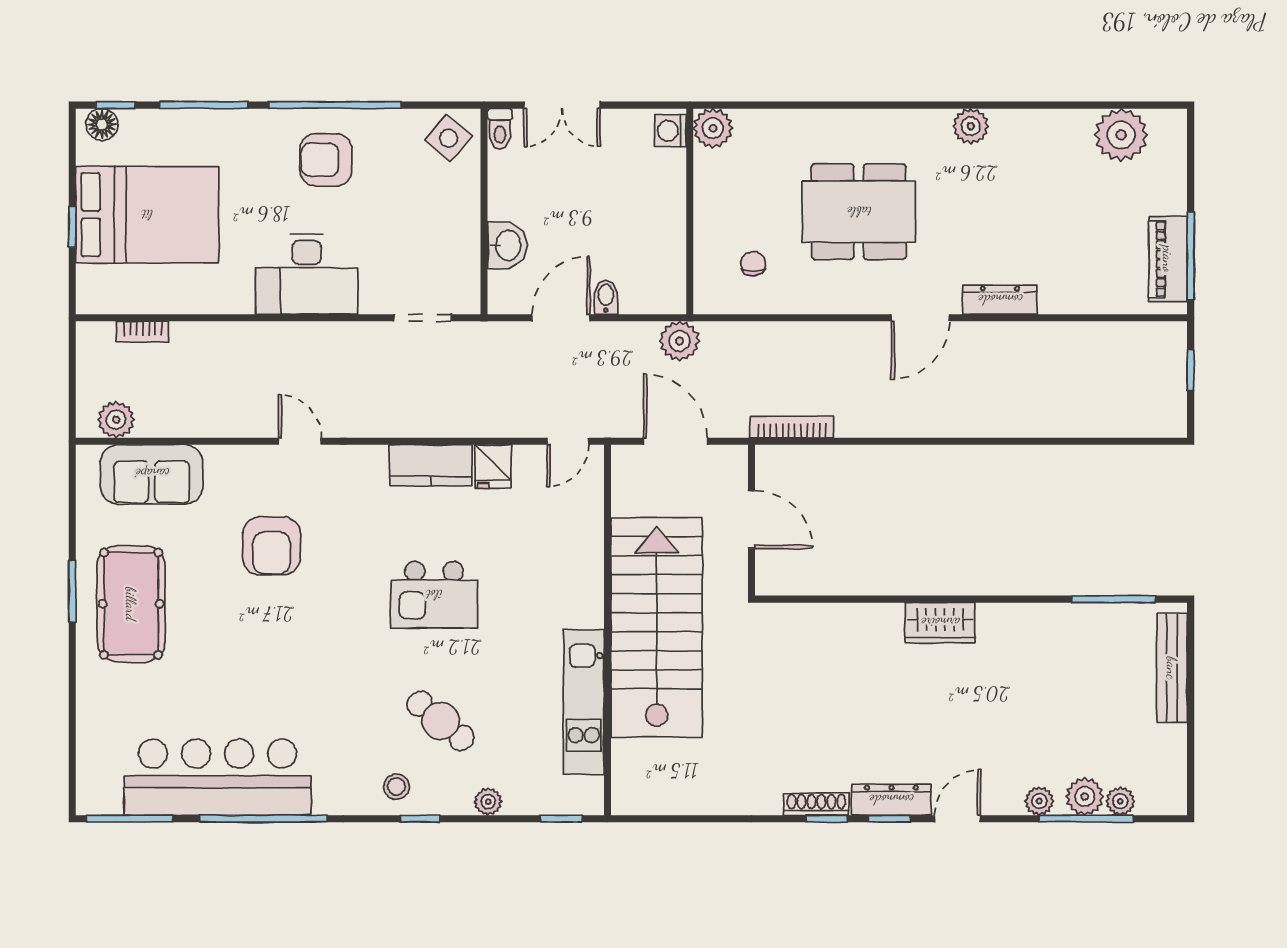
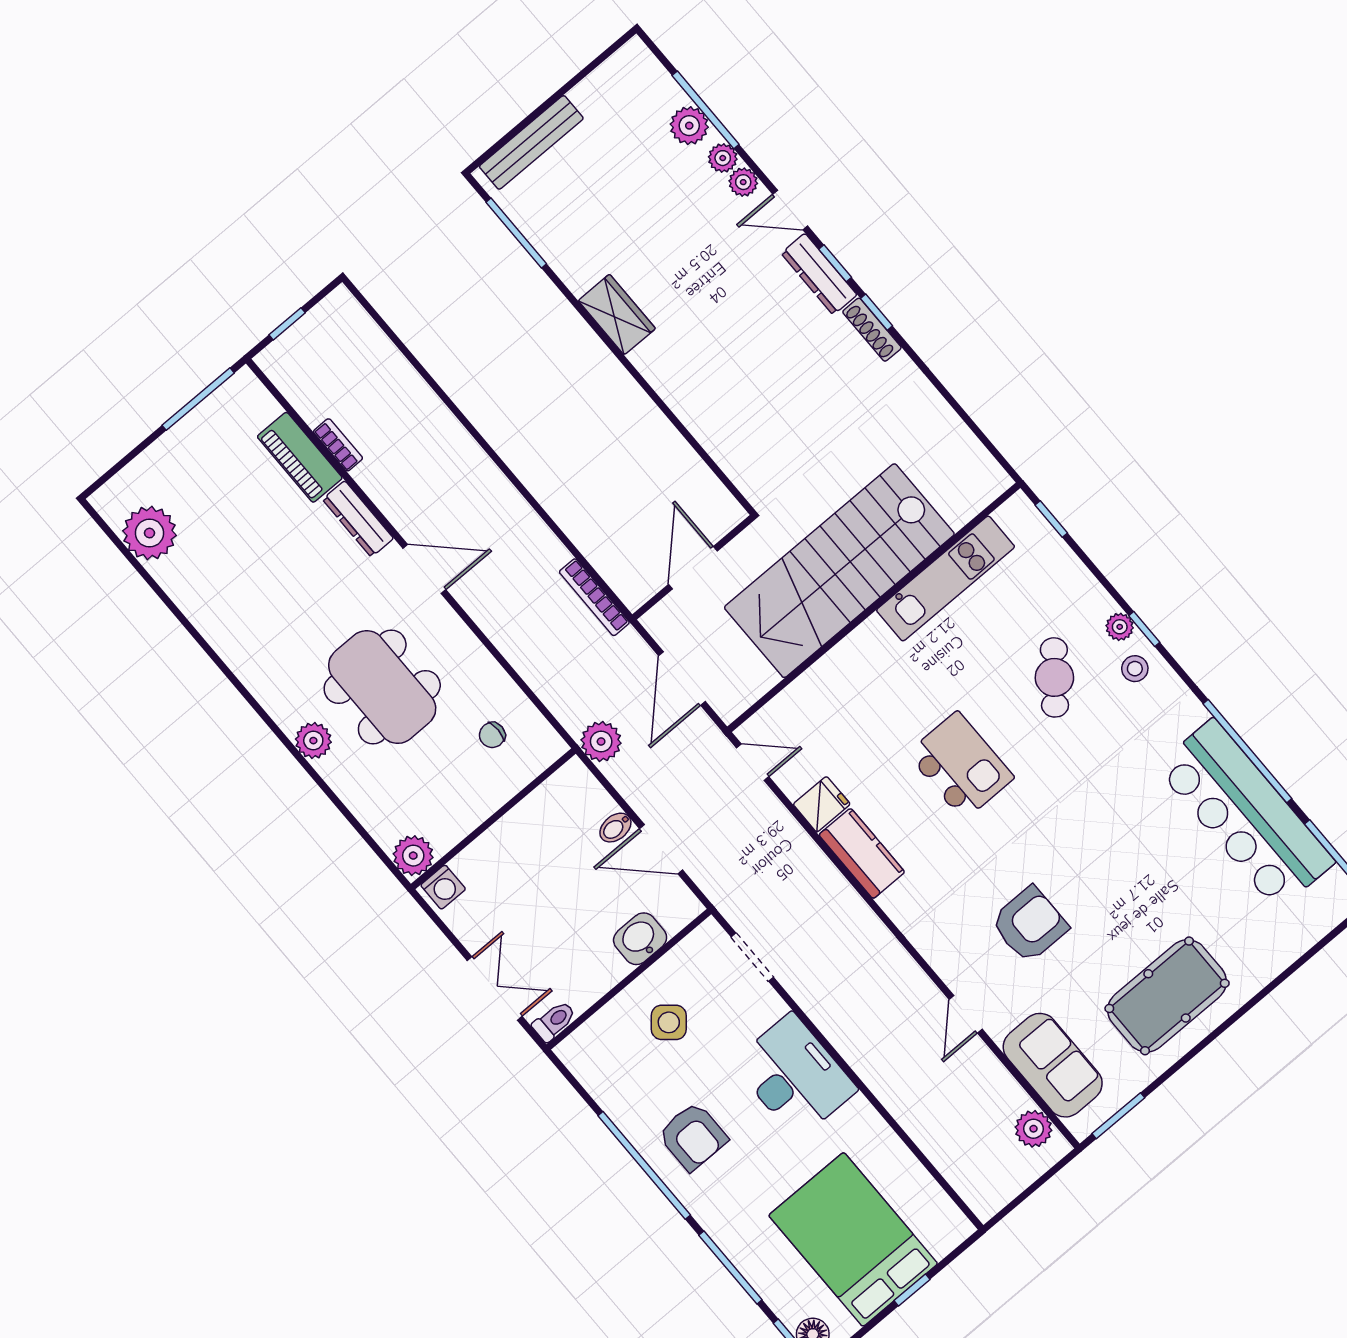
plant: (971, 126) -> (313, 741), moved
side table: (449, 138) -> (669, 1022), moved
piano: (1168, 259) -> (300, 457), moved, turned 90
bookcase: (143, 332) -> (338, 445), moved
door: (300, 441) -> (966, 1014), moved
window: (72, 591) -> (1118, 1116), moved
wardrobe: (940, 623) -> (617, 315), moved
plant: (1120, 801) -> (743, 182), moved
plant: (488, 802) -> (1120, 627), moved

